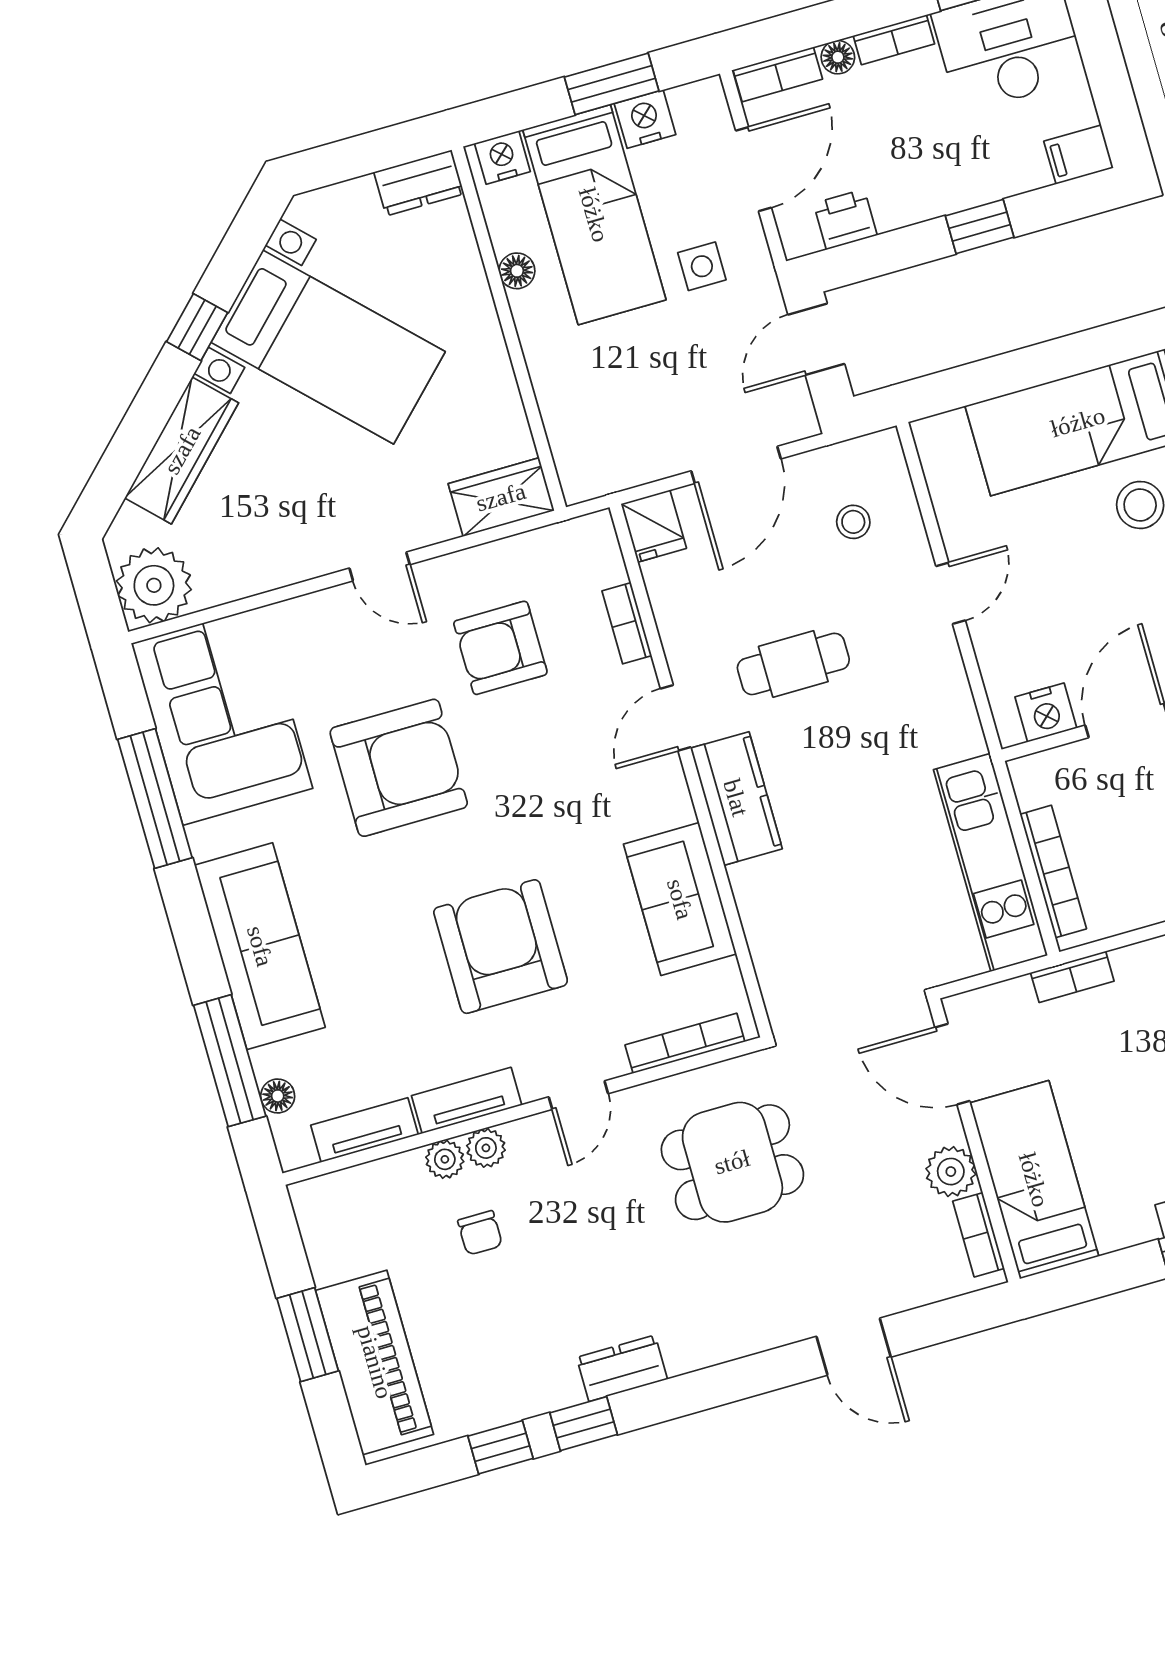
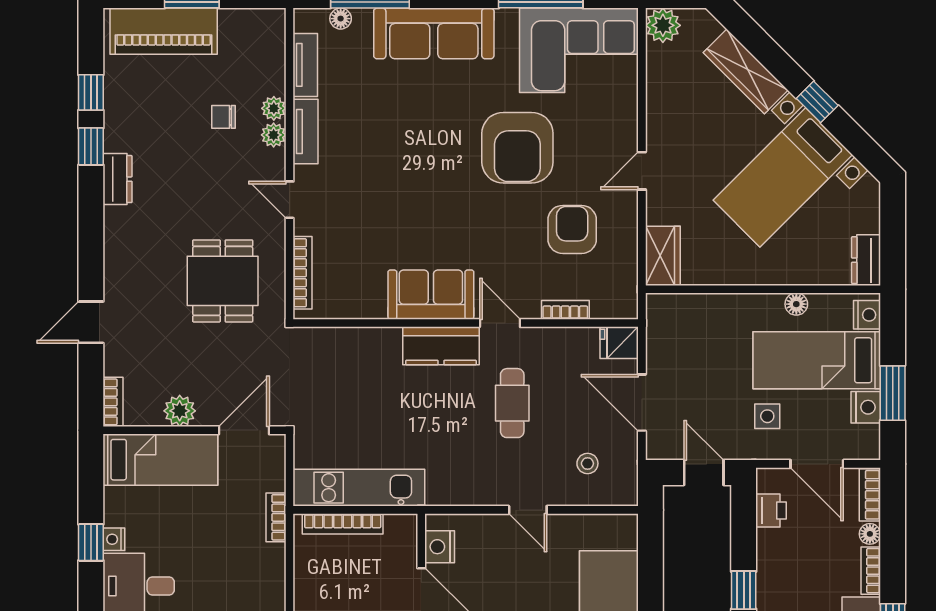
plant: (154, 585) -> (663, 25), width x0.73, depth x0.73
sofa: (680, 899) -> (431, 295), moved
armchair: (501, 947) -> (392, 178), removed
bookcase: (979, 1235) -> (113, 402), moved, turned 90

